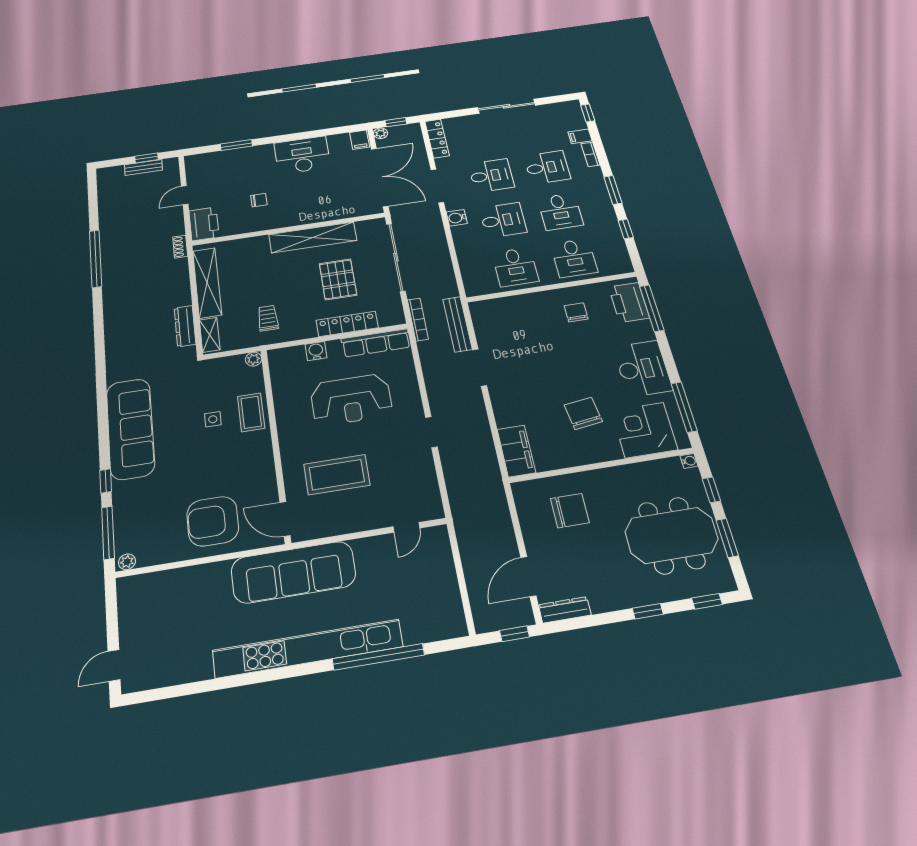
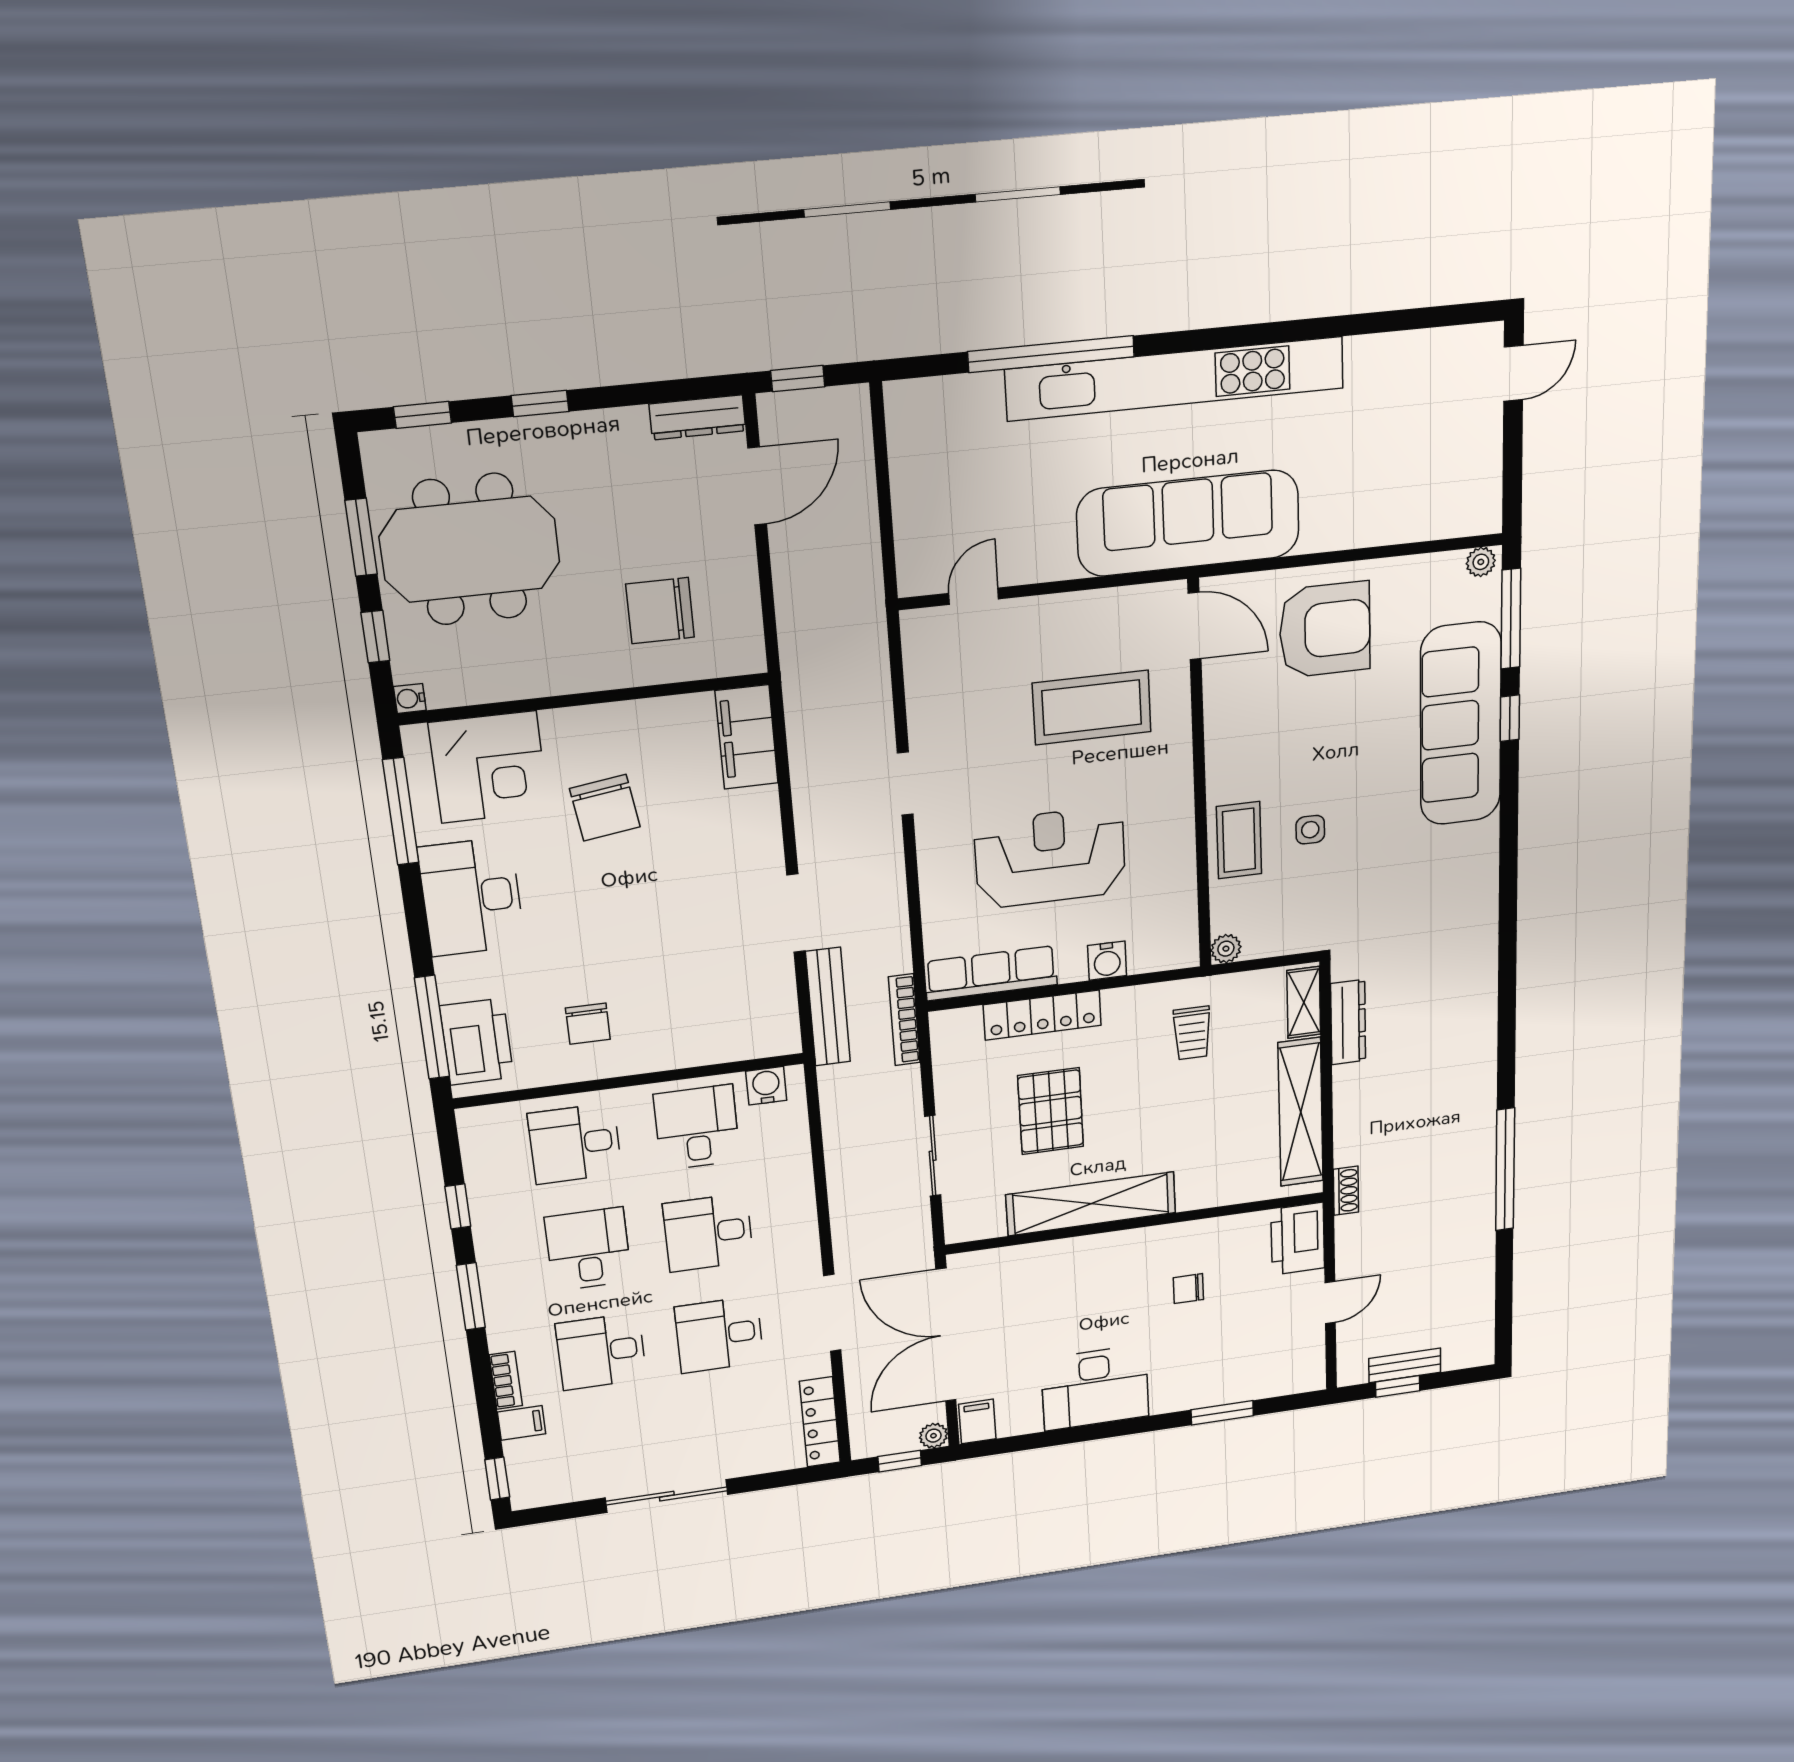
water cooler: (457, 218) -> (766, 1086), moved, turned -90
sliding door: (396, 257) -> (933, 1156), width x0.54
desk: (574, 258) -> (575, 1144), turned -90
sofa: (130, 428) -> (1461, 724), moved

